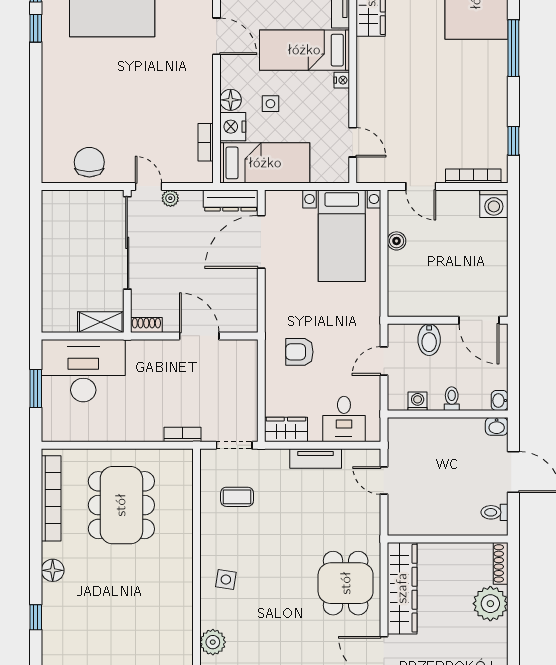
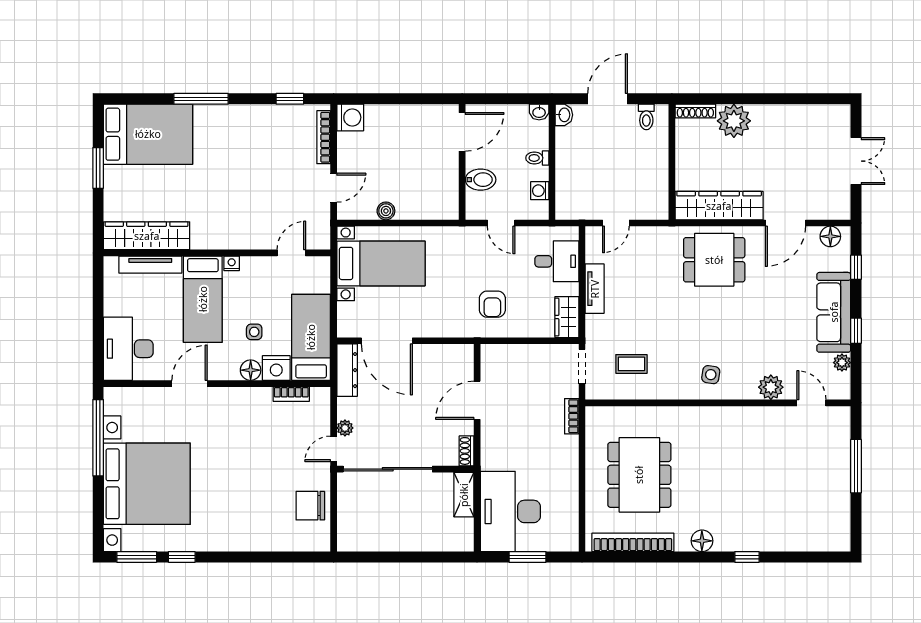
coffee table: (237, 497) -> (631, 364), turned 90
dining table: (121, 505) -> (639, 475), turned 90

